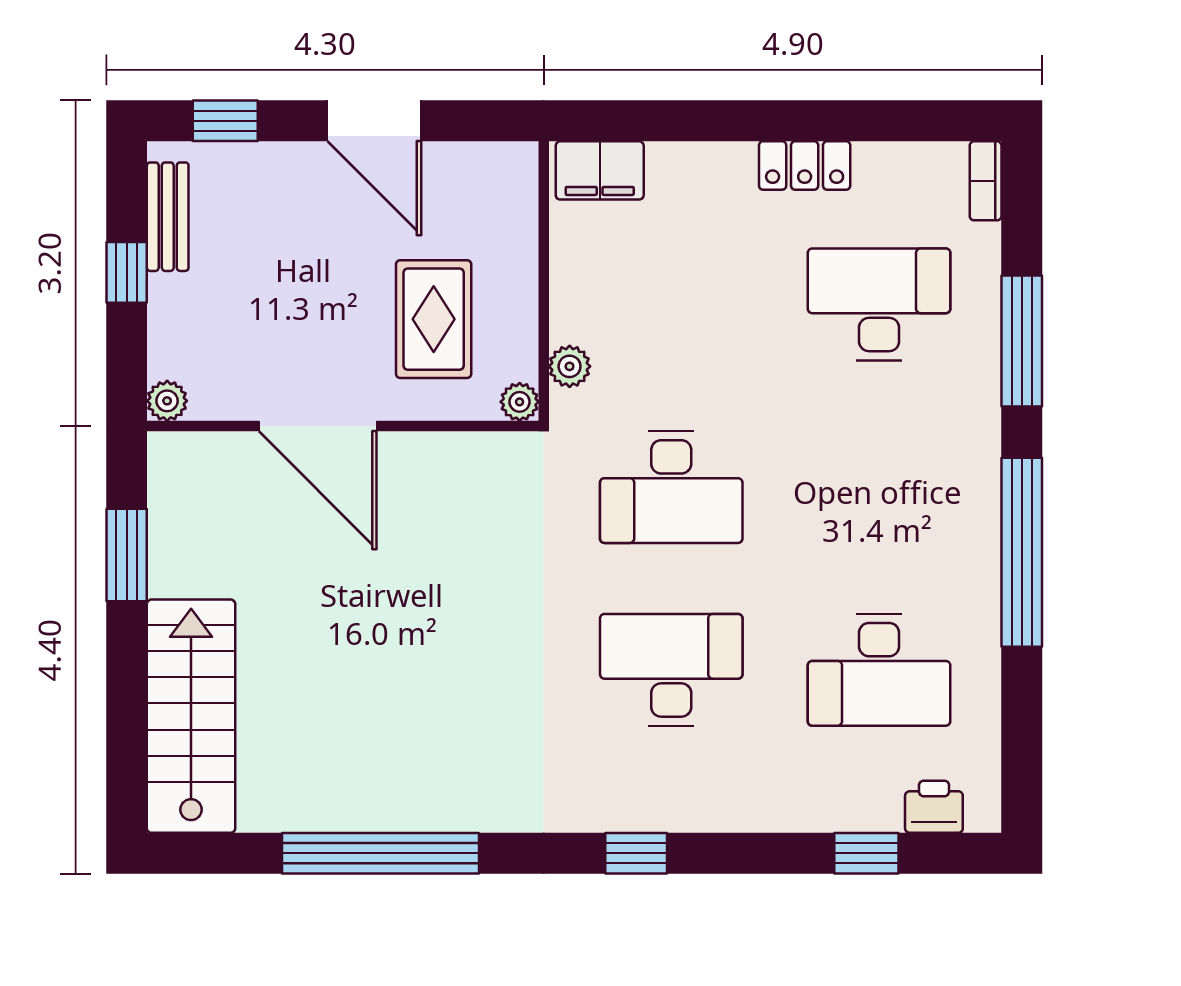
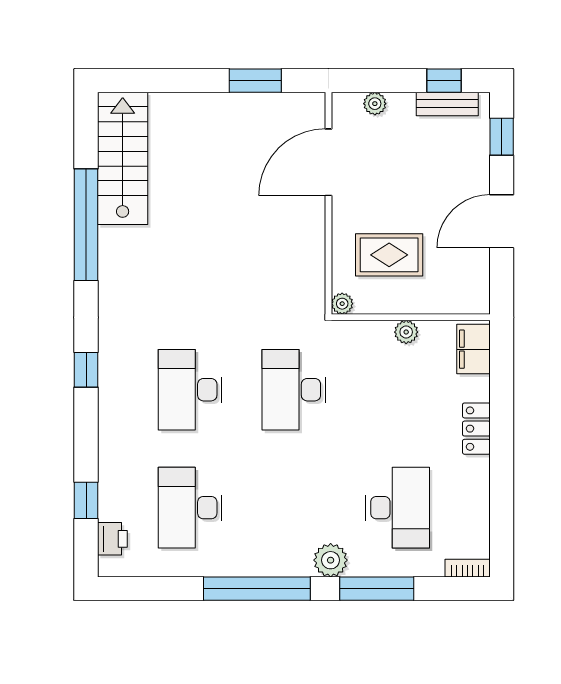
locker: (805, 165) -> (476, 429), moved
window: (127, 272) -> (444, 81), moved
plant: (570, 366) -> (406, 332), moved
plant: (167, 401) -> (375, 104), moved
plant: (972, 422) -> (331, 560), added
door: (318, 426) -> (328, 162), moved
desk: (671, 670) -> (190, 390), turned 180
stairs: (191, 716) -> (123, 158), moved, turned -90

